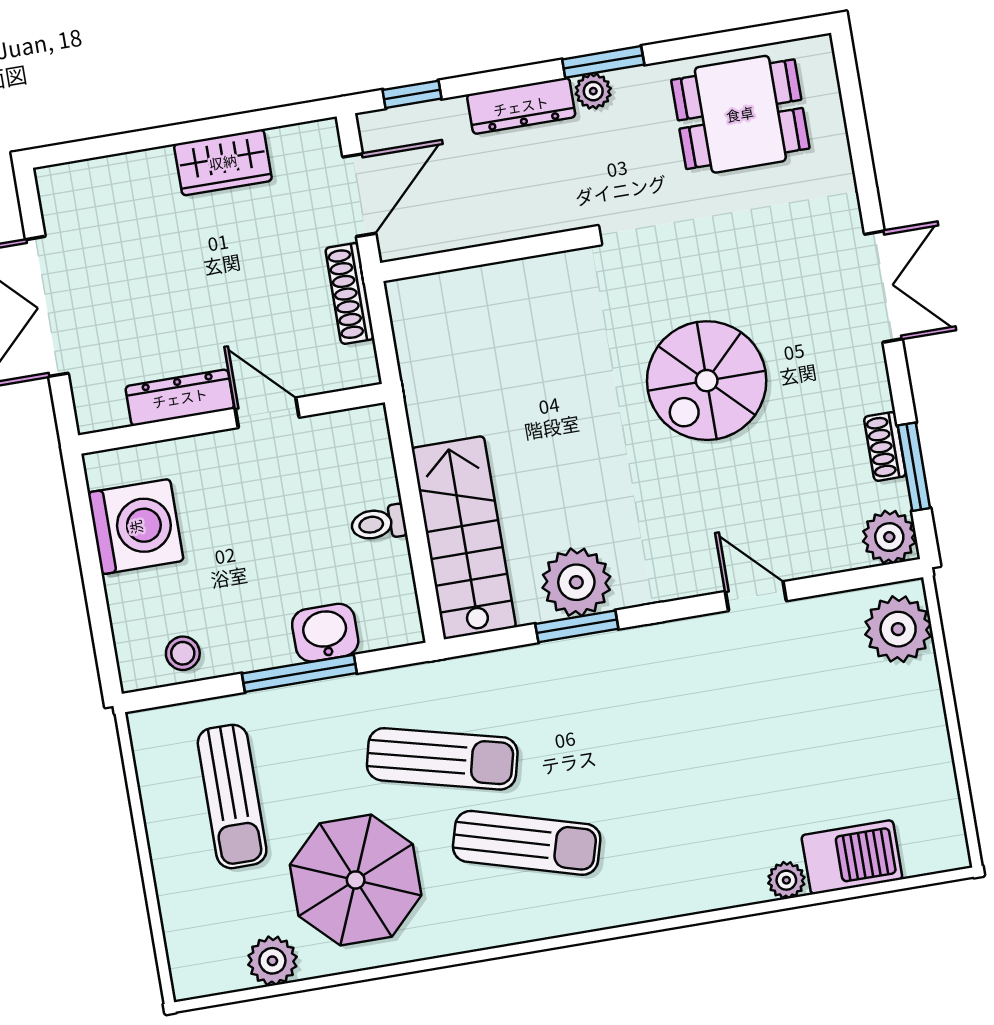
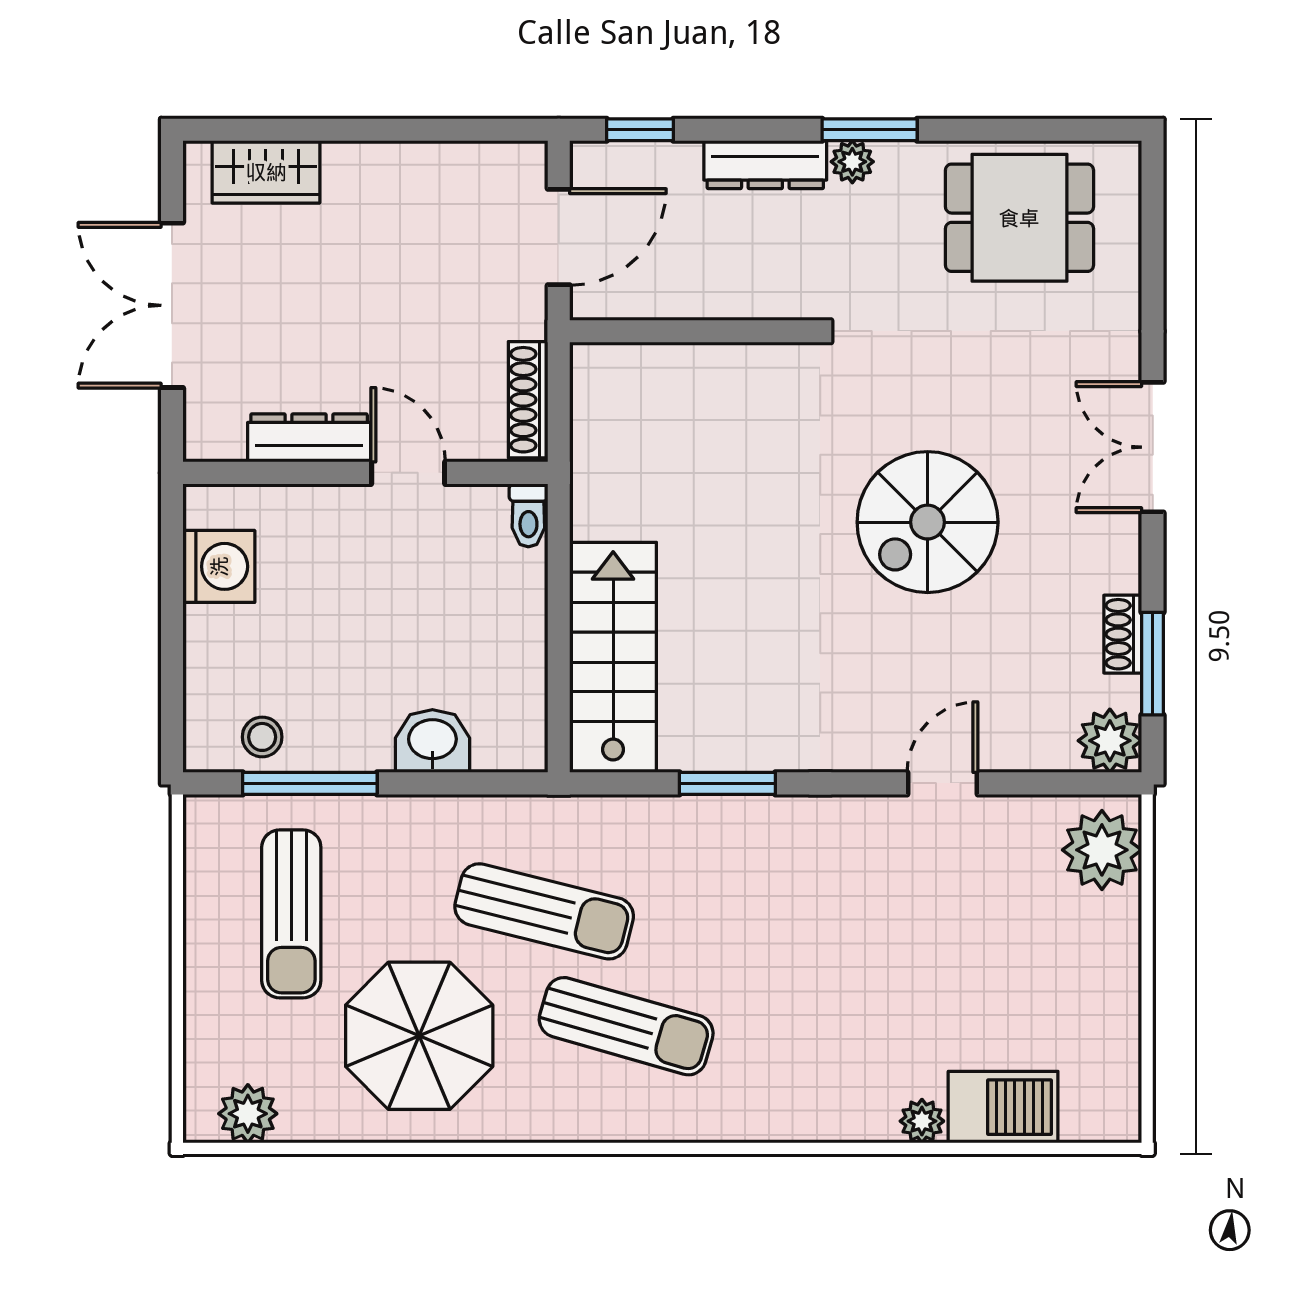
wardrobe: (223, 162) -> (266, 172), moved
double door: (883, 287) -> (1153, 447), swing flipped
shoe rack: (350, 293) -> (528, 400), moved
toilet: (379, 523) -> (528, 515), moved, turned -90
washing machine: (136, 527) -> (219, 566), width x0.73, depth x0.73
plant: (576, 582) -> (736, 732), removed
door: (756, 596) -> (942, 783), hinge flipped
window: (299, 673) -> (310, 783), moved
plant: (272, 961) -> (248, 1114), moved

